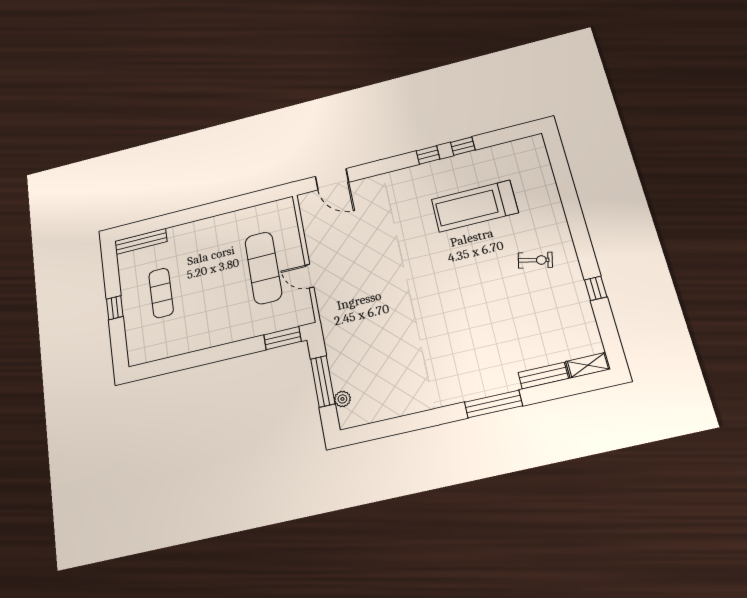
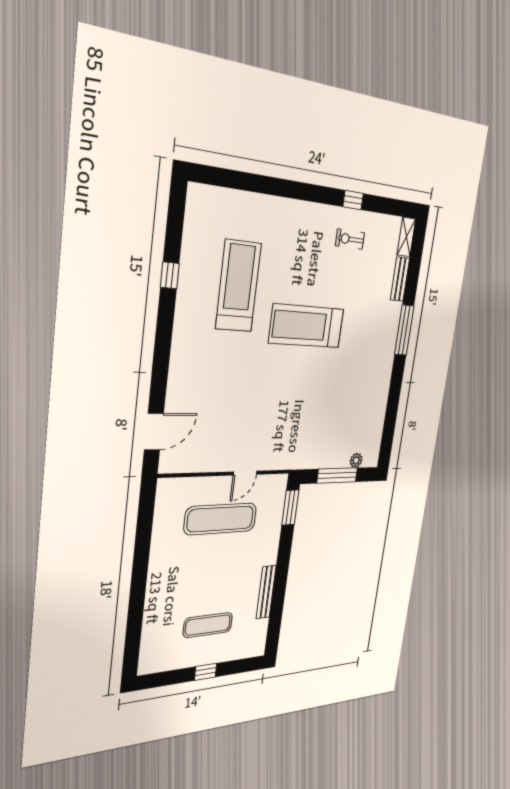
window: (428, 155) -> (165, 318), removed
treadmill: (475, 206) -> (238, 286), turned 180
bench: (141, 241) -> (266, 592), moved
exercise bike: (535, 260) -> (350, 239), moved, turned -103
treadmill: (461, 286) -> (307, 326), added

